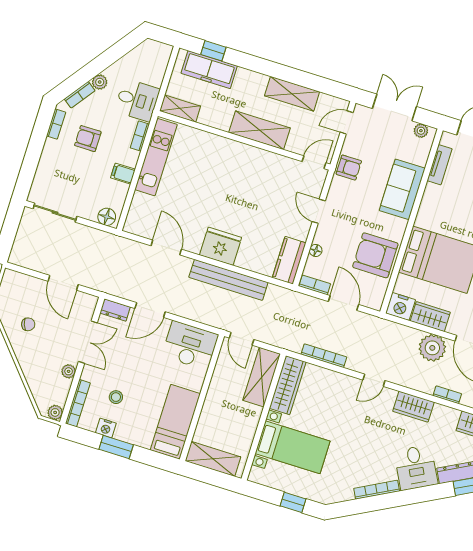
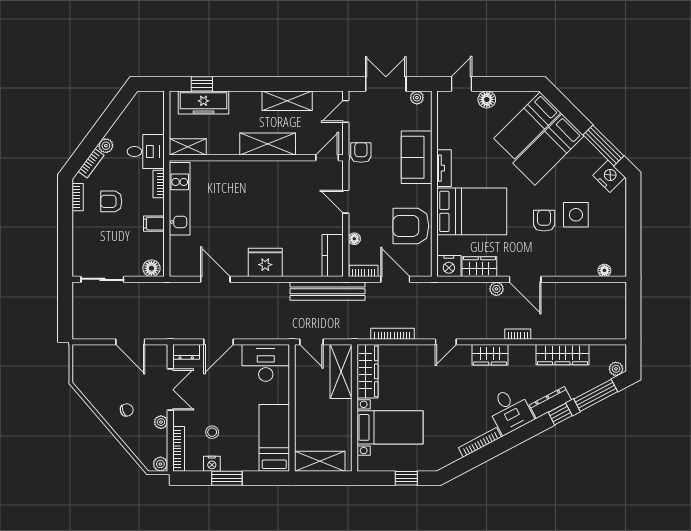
tv unit: (440, 165) -> (444, 168), moved
armchair: (349, 168) -> (361, 153), turned -90
bench: (228, 280) -> (327, 291), moved
chair: (28, 324) -> (127, 410), moved
plant: (432, 348) -> (496, 289), width x0.53, depth x0.53

